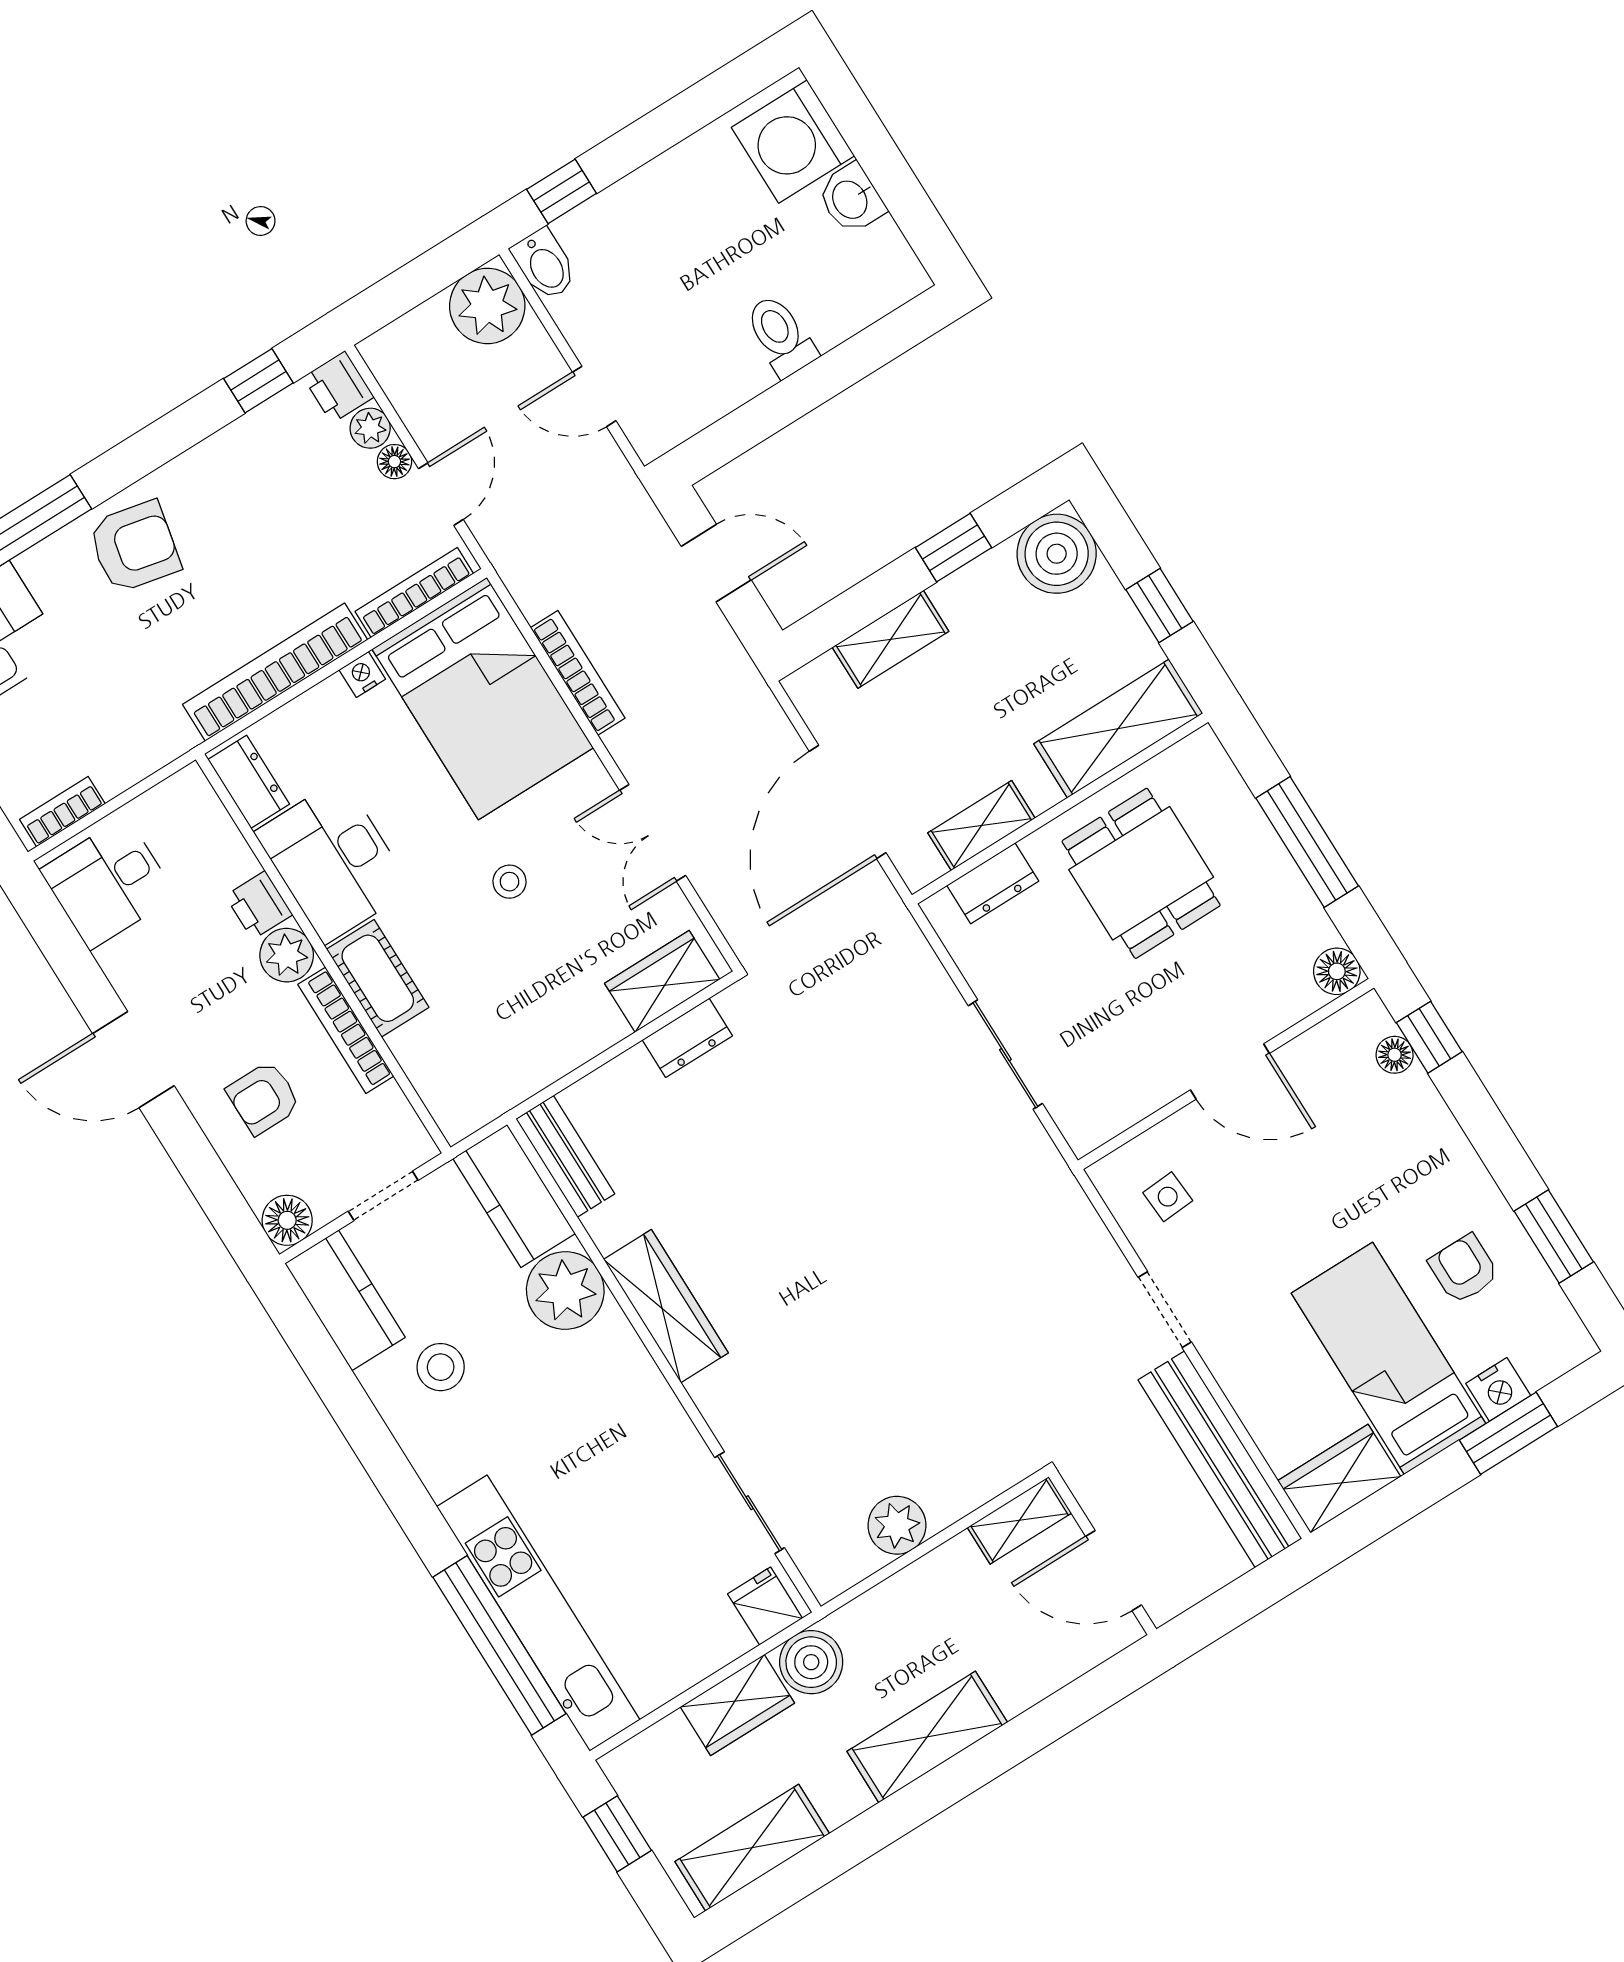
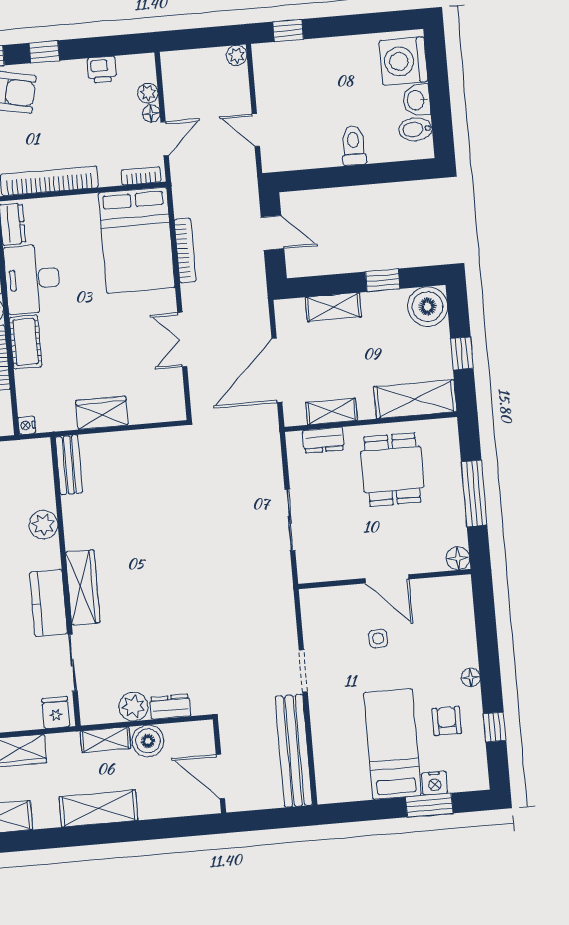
bidet: (544, 264) -> (415, 129), moved, turned 90
plant: (487, 306) -> (237, 55), width x0.53, depth x0.53
window: (258, 381) -> (44, 52), moved
printer: (338, 387) -> (102, 70), moved, turned -90
bookcase: (414, 593) -> (141, 176), width x0.64
nightstand: (362, 674) -> (27, 425), moved, turned -90
stool: (510, 882) -> (107, 329), removed
wardrobe: (662, 981) -> (102, 413), moved
window: (1429, 1037) -> (484, 609), removed
dresser: (687, 1038) -> (170, 707), moved, turned 180
floor lamp: (1395, 1055) -> (471, 677), moved
kitchen counter: (514, 1196) -> (48, 603), moved
side table: (1168, 1197) -> (378, 638), moved
window: (1554, 1236) -> (495, 727), width x0.67
plant: (565, 1291) -> (43, 525), width x0.73, depth x0.73
wardrobe: (666, 1306) -> (83, 587), moved
wardrobe: (1339, 1479) -> (343, 787), removed
shelving: (1019, 1520) -> (105, 740), moved
boiler: (811, 1662) -> (148, 741), moved

